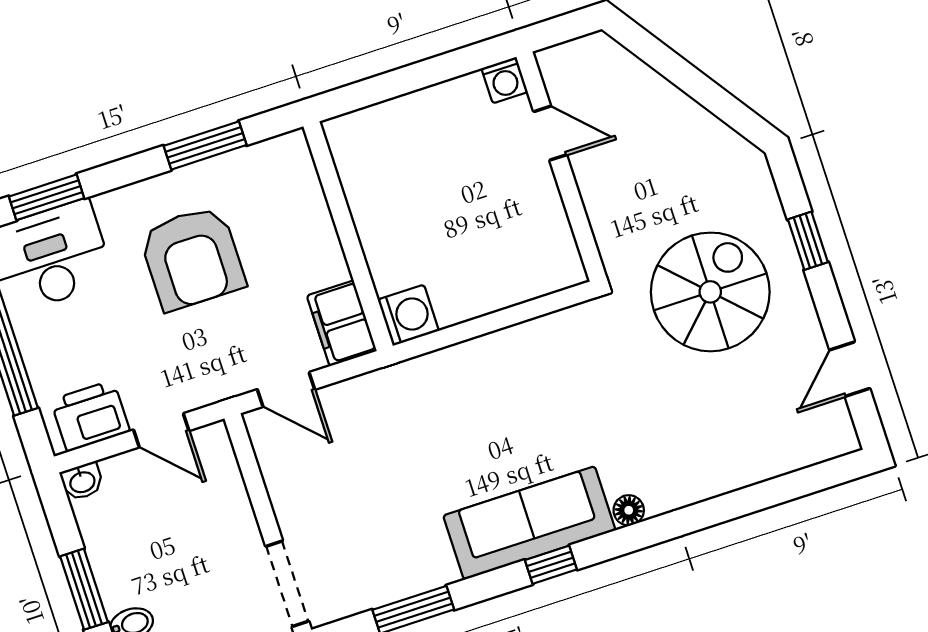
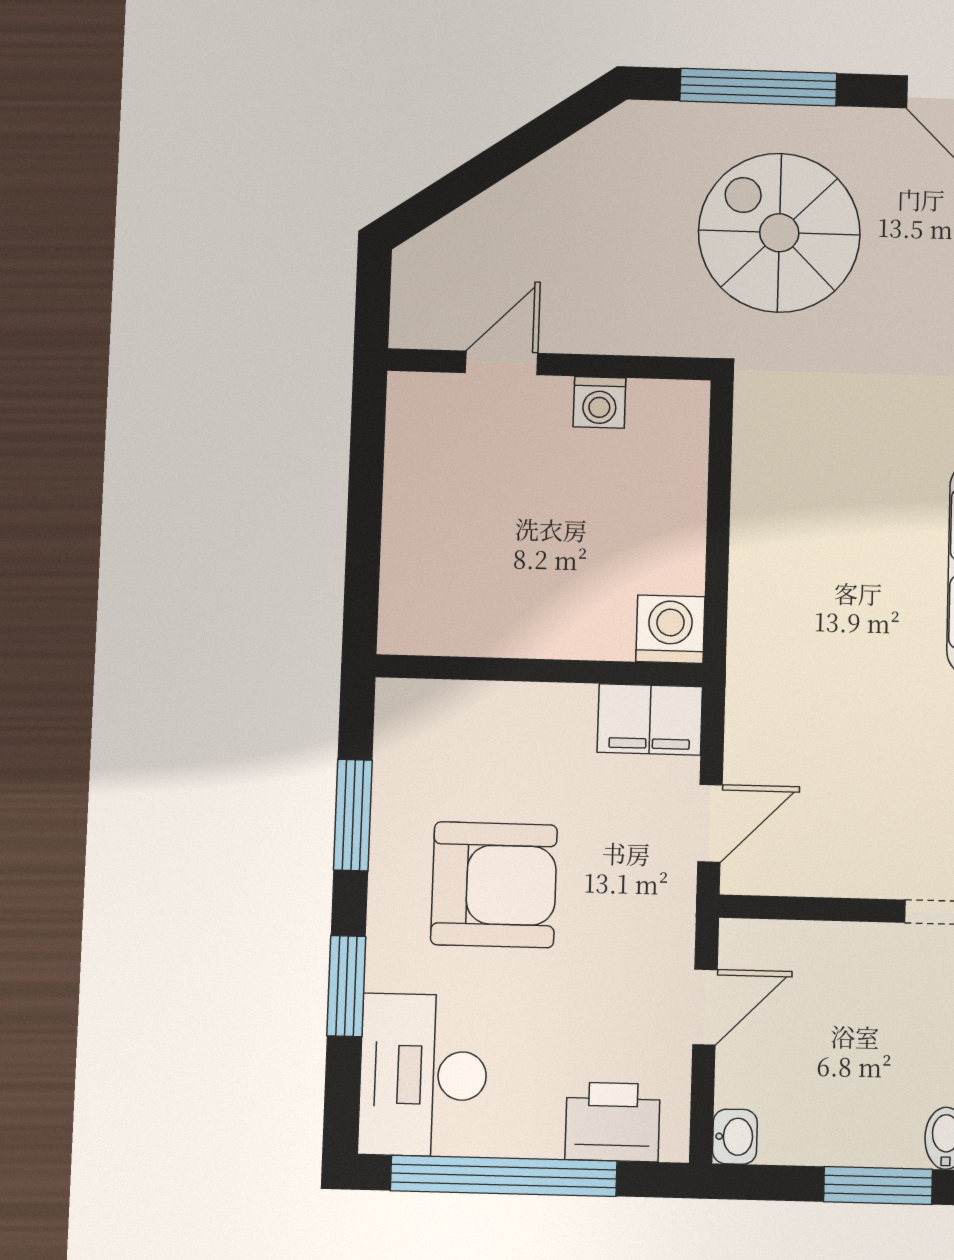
washing machine: (505, 80) -> (599, 402), moved, turned 90
window: (47, 197) -> (346, 986), moved
window: (808, 241) -> (758, 87), width x2.17
printer: (90, 416) -> (613, 1122), moved, turned 90

